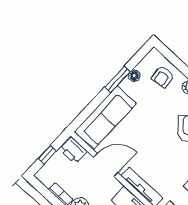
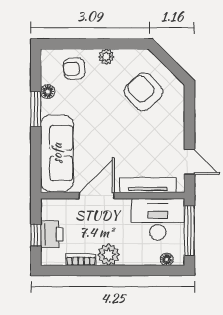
armchair: (163, 77) -> (74, 69), turned 93
printer: (73, 150) -> (52, 234), moved, turned -90

